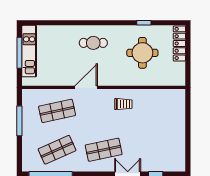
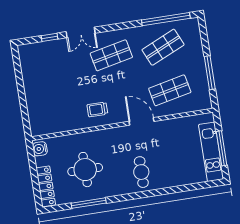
window: (144, 23) -> (89, 203), width x2.17
cafe table: (93, 43) -> (141, 172), turned 90
water cooler: (179, 77) -> (40, 149), added
door: (86, 87) -> (142, 121), swing flipped

